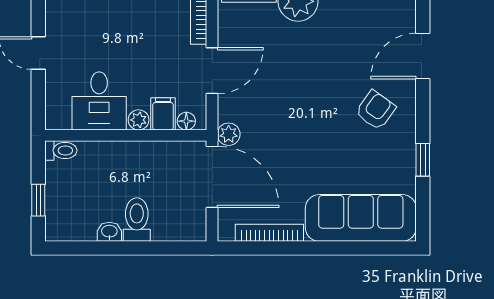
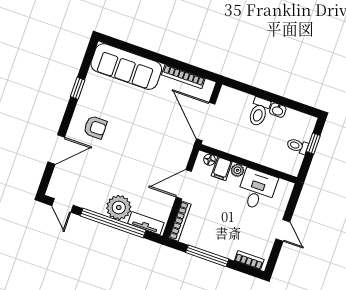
armchair: (376, 110) -> (95, 127), turned -126
plant: (229, 134) -> (187, 143), removed
toilet: (61, 150) -> (297, 146), moved

